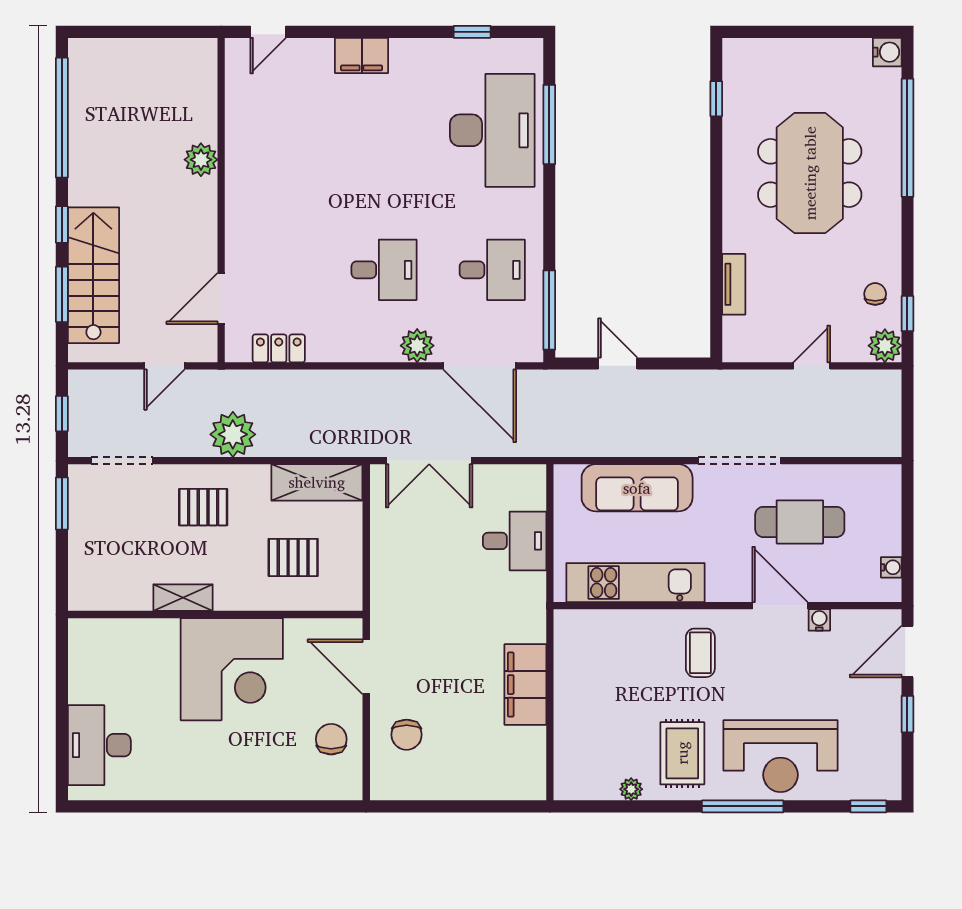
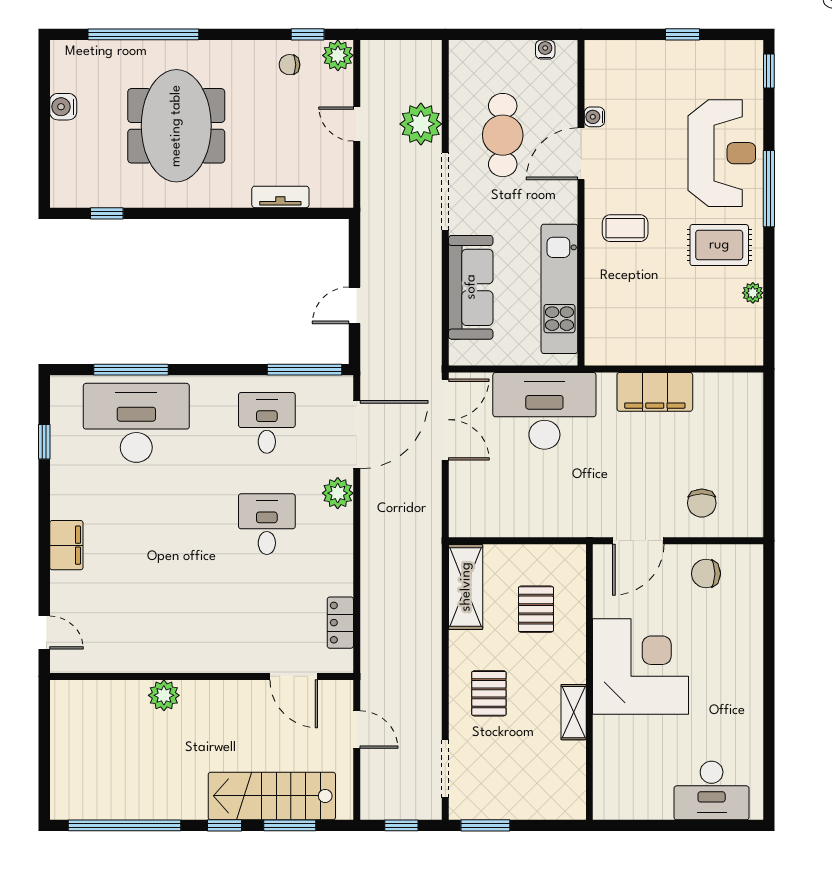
water cooler: (887, 52) -> (63, 107), moved, turned -90
meeting table: (810, 173) -> (176, 126), turned 90
plant: (233, 434) -> (421, 124), moved
double door: (429, 461) -> (445, 420), moved
desk: (515, 541) -> (544, 411), width x1.87, depth x1.30
door: (907, 651) -> (624, 34), removed
chair: (407, 735) -> (702, 503), turned 90

